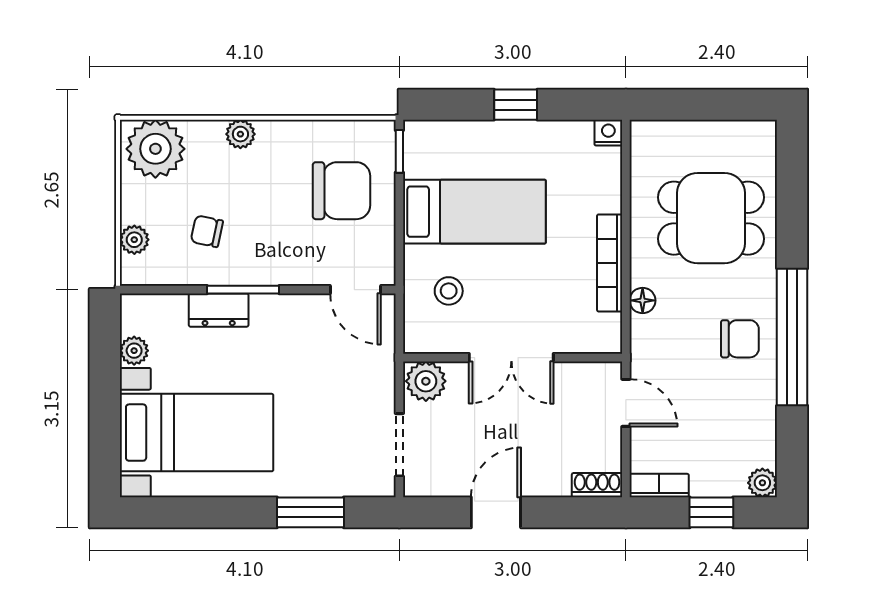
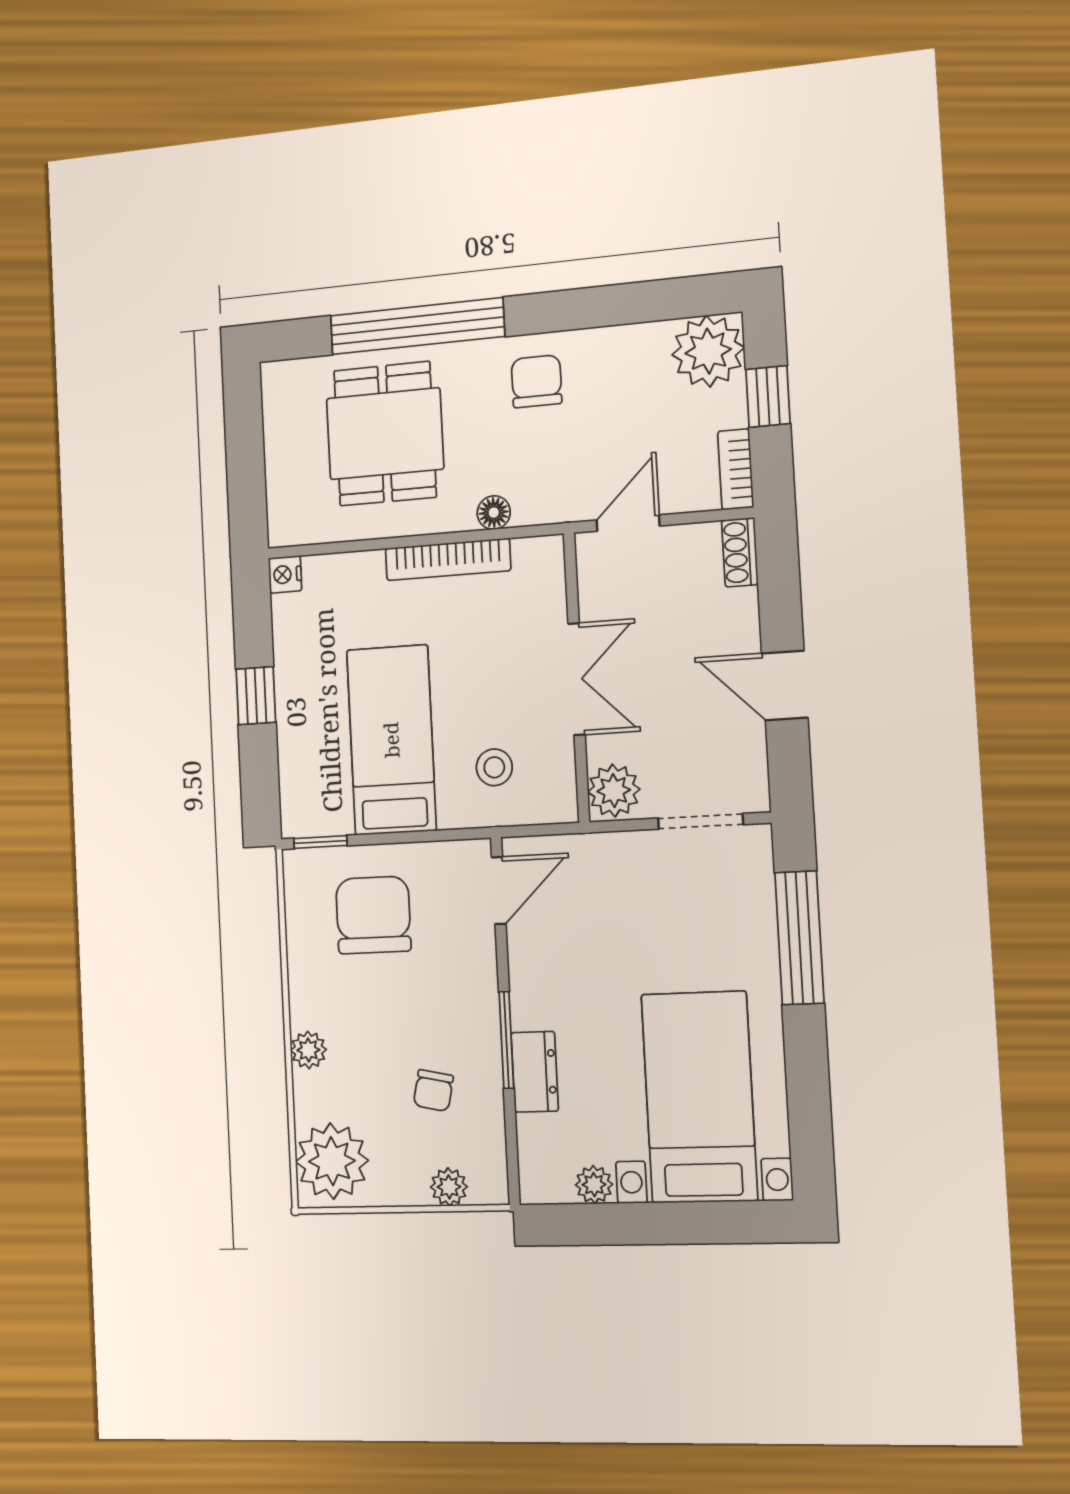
window: (792, 337) -> (417, 326), moved
plant: (762, 483) -> (708, 351), width x1.88, depth x1.88
window: (310, 512) -> (799, 938), width x1.44

